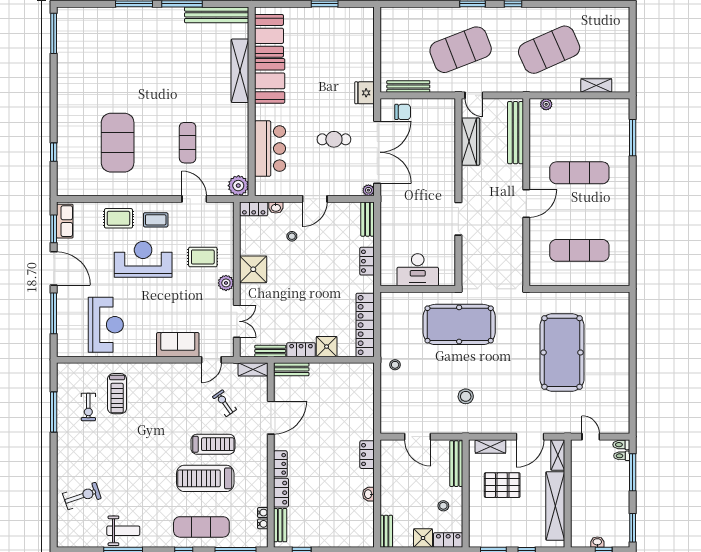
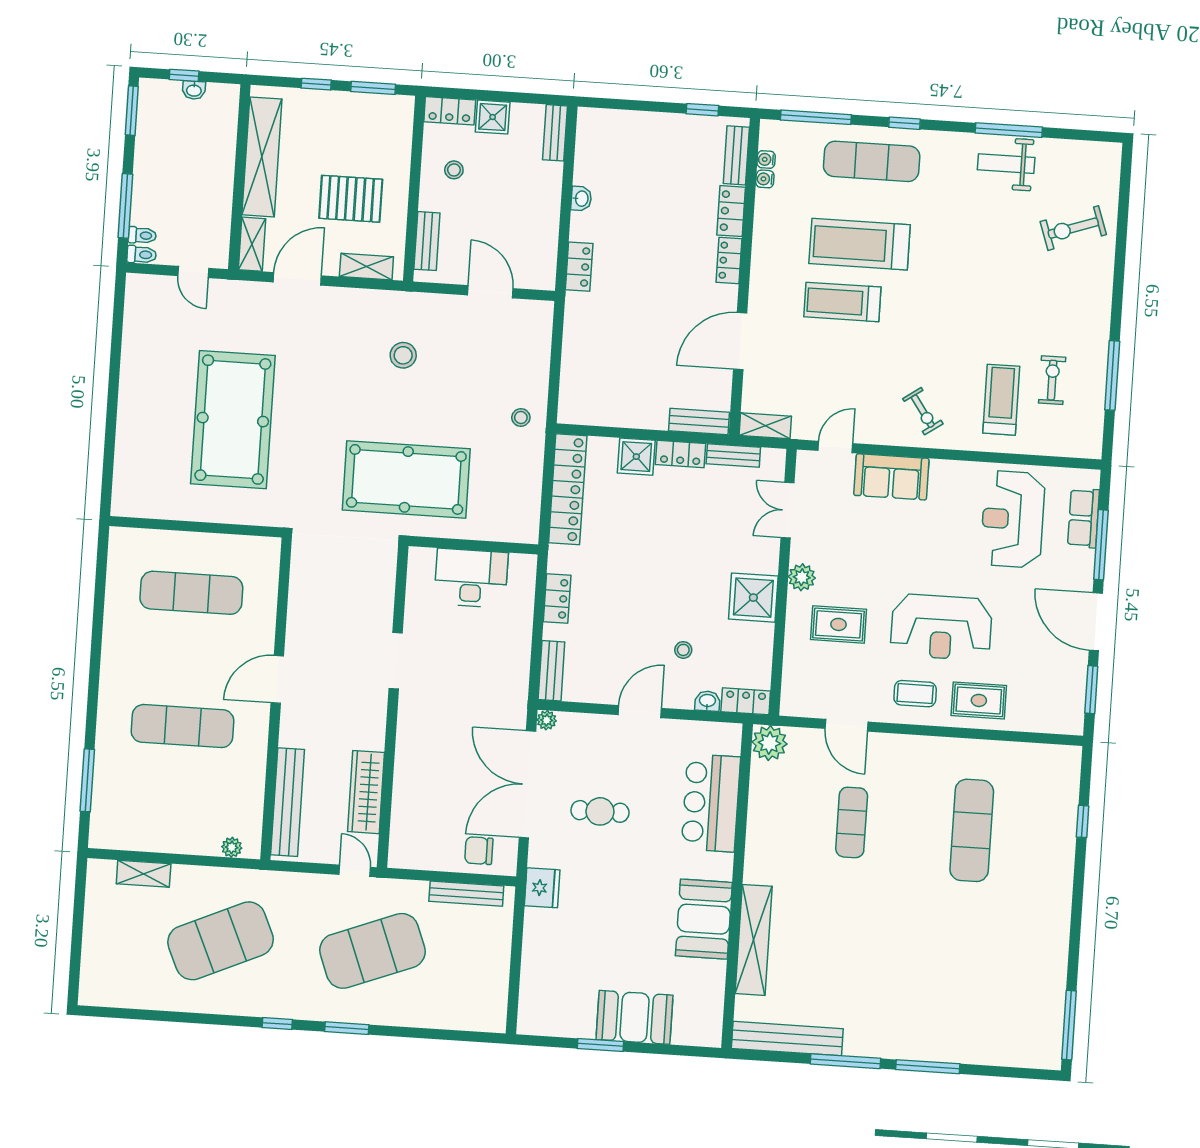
booth: (269, 36) -> (635, 1017), moved, turned 90
exercise mat: (118, 143) -> (972, 830), width x0.68
row of seats: (65, 221) -> (1083, 518), moved
exercise bike: (224, 403) -> (923, 411), moved
bench: (456, 464) -> (427, 241), width x0.73
treadmill: (205, 478) -> (860, 244), turned 180

